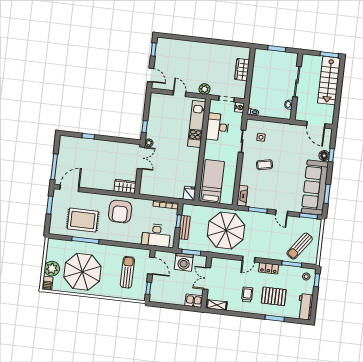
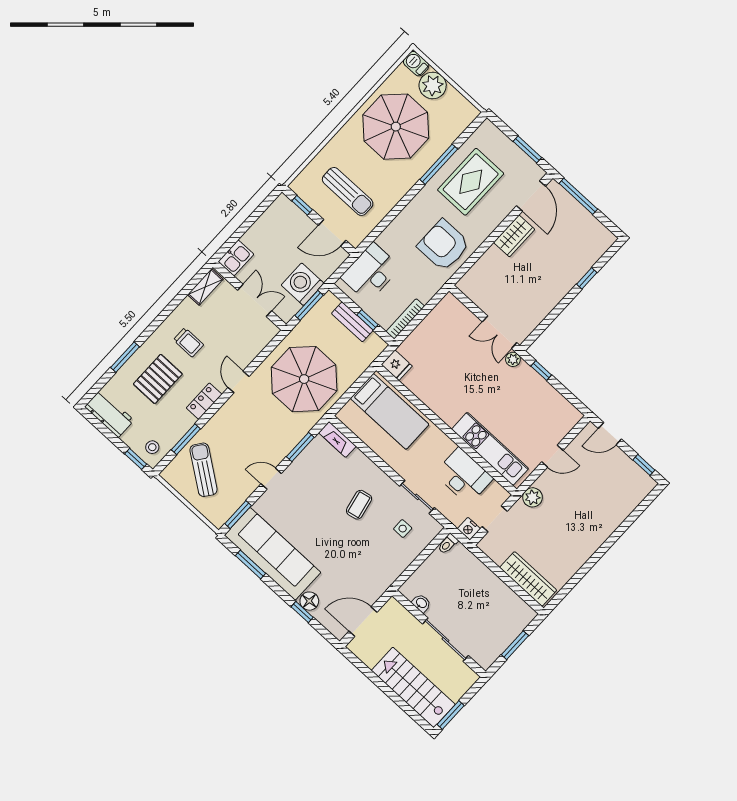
wardrobe: (242, 70) -> (528, 579), width x1.50
wardrobe: (125, 186) -> (514, 236), moved

